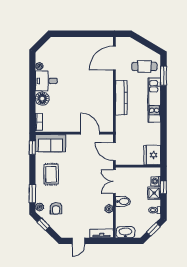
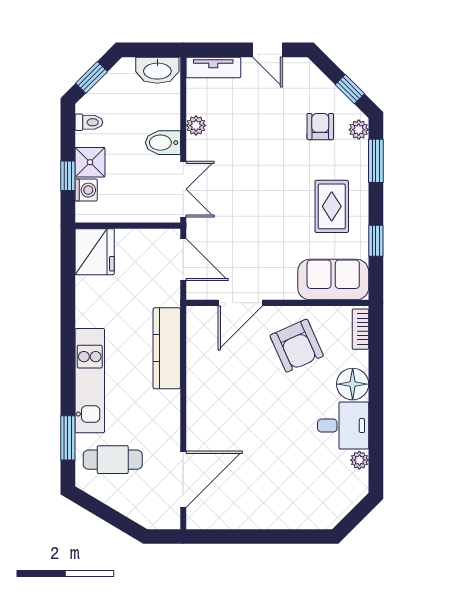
kitchen counter: (121, 98) -> (167, 348), moved
armchair: (66, 115) -> (297, 346), added
door: (90, 133) -> (240, 303), hinge flipped
window: (32, 148) -> (376, 241), moved
door: (78, 241) -> (267, 50), swing flipped

